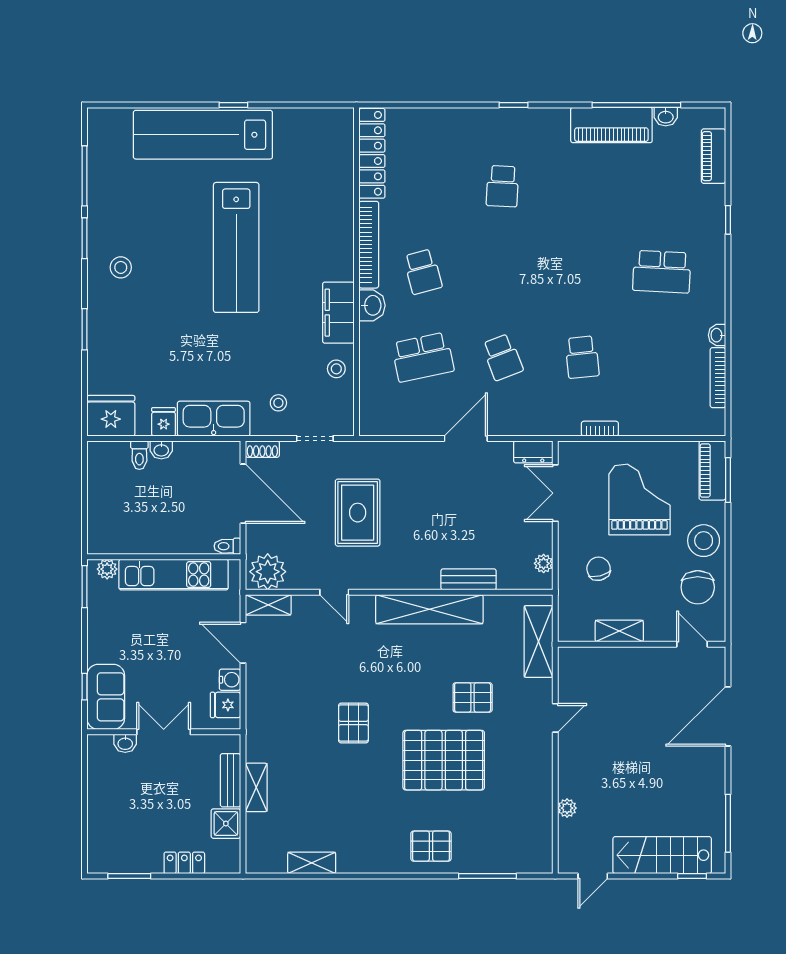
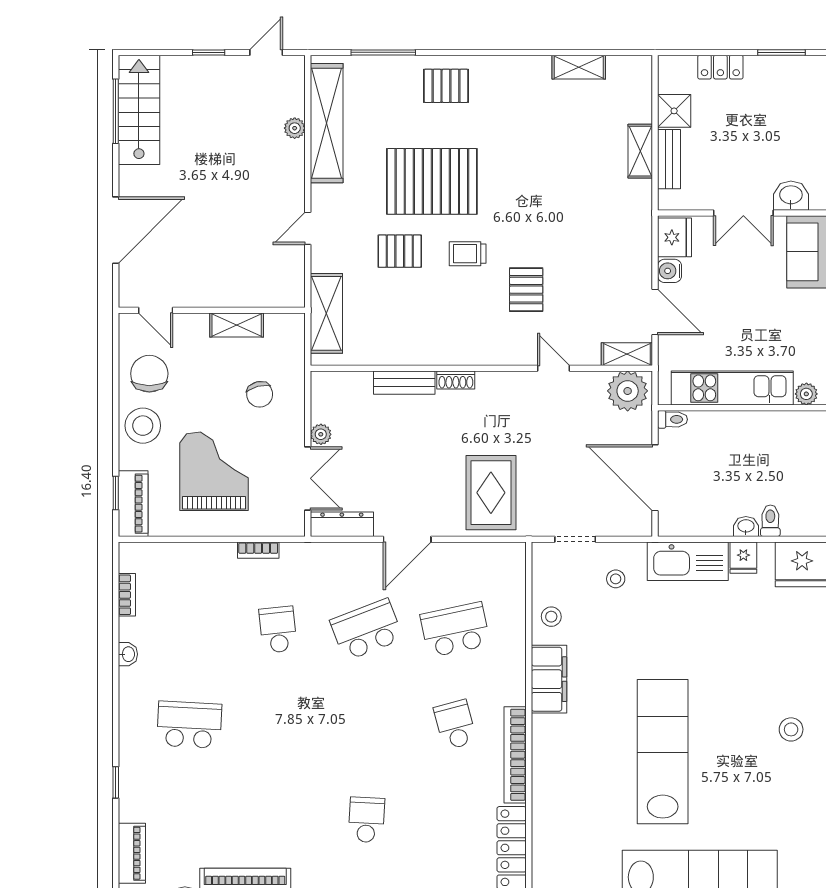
washbasin: (372, 305) -> (512, 687), removed
school desk: (502, 357) -> (367, 630), width x1.85
bookcase: (718, 378) -> (127, 595), width x0.64
shoe rack: (262, 449) -> (456, 380), moved, turned 180
dresser: (533, 452) -> (342, 524), width x1.44
window: (728, 480) -> (116, 493), width x0.67
grand piano: (640, 499) -> (214, 471), turned 180
rug: (358, 513) -> (491, 493), moved
plant: (544, 563) -> (321, 434), moved
shelving: (429, 609) -> (327, 123), moved, turned 90
trolley: (412, 695) -> (468, 254), added
fridge: (226, 705) -> (674, 237), width x1.38
pallet: (353, 723) -> (526, 290), moved
washbasin: (125, 743) -> (791, 196), width x1.38, depth x1.45
stairs: (662, 855) -> (139, 110), moved, turned -90
window: (692, 876) -> (209, 52), moved

